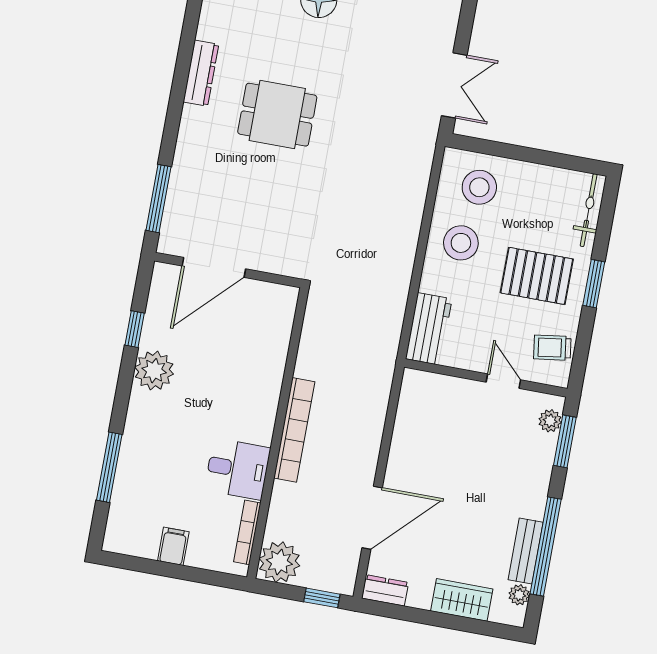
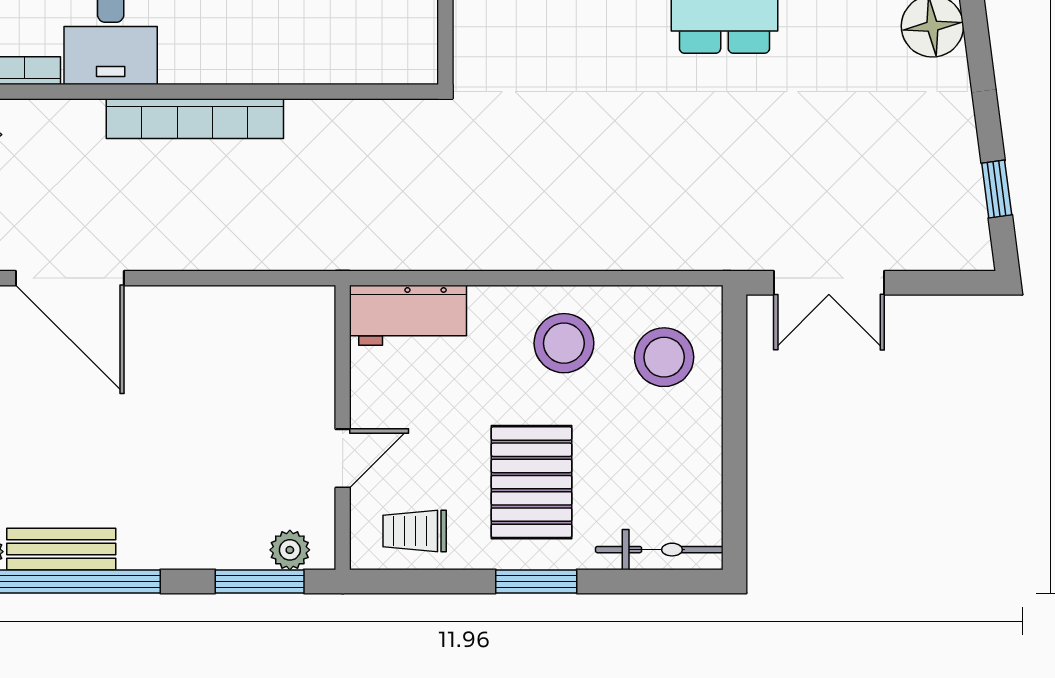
trolley: (552, 348) -> (415, 531), turned -82

